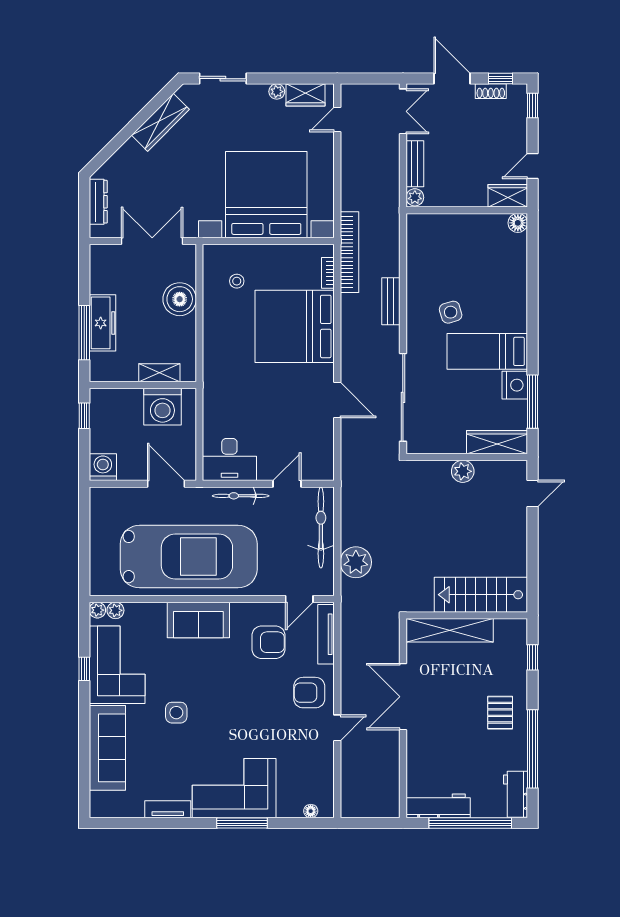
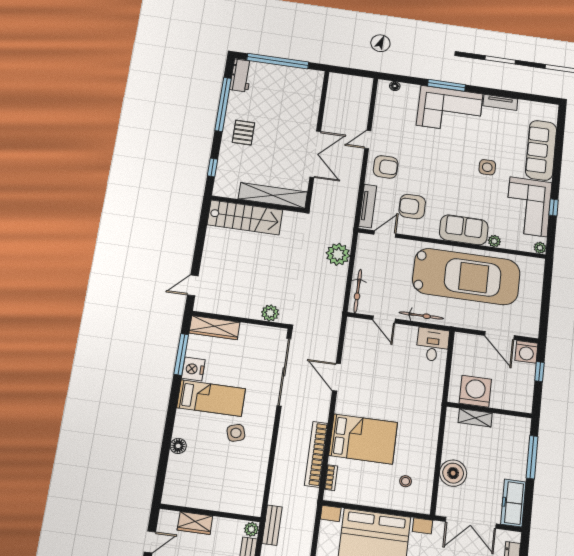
wardrobe: (508, 196) -> (195, 523), moved
floor lamp: (518, 223) -> (178, 446), moved
bookcase: (349, 252) -> (316, 454), moved
bench: (391, 301) -> (272, 525), moved
freezer: (102, 323) -> (513, 503), moved
bed: (295, 326) -> (363, 439), width x0.73
window: (84, 416) -> (539, 372), moved
desk: (229, 459) -> (433, 345), width x0.73
plant: (463, 471) -> (270, 313), moved
door: (166, 484) -> (499, 336), moved
door: (287, 484) -> (384, 319), hinge flipped
bicycle: (321, 528) -> (358, 291), width x0.73, depth x0.71
car: (189, 557) -> (466, 277), turned 180
plant: (115, 610) -> (494, 241), moved
workbench: (438, 806) -> (300, 76), removed

